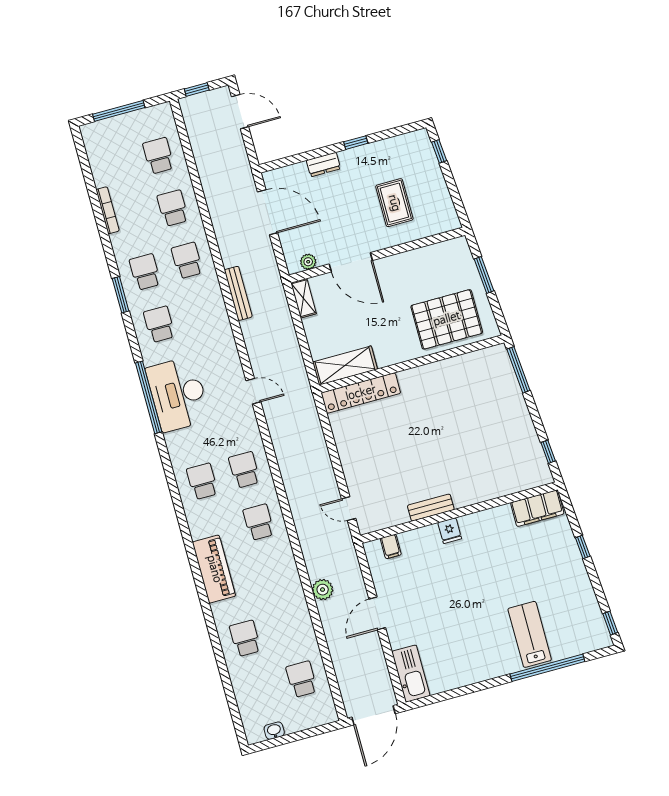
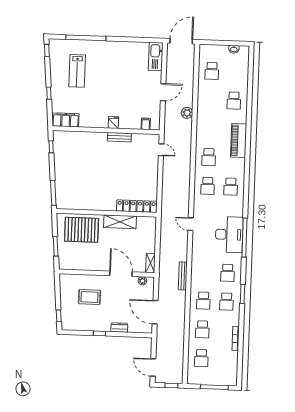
rug: (394, 203) -> (89, 297), turned 90
shelving: (345, 366) -> (120, 222), moved
lab bench: (530, 634) -> (77, 71), moved

